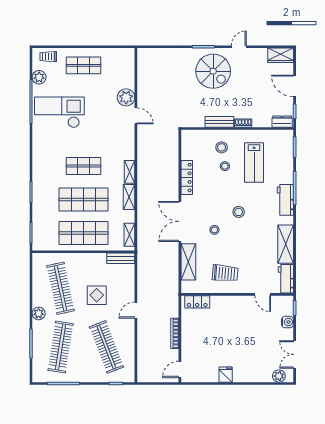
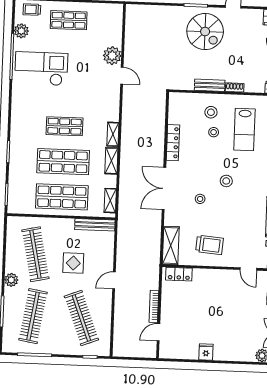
bench: (121, 258) -> (95, 225), width x1.36
shelving: (188, 262) -> (171, 245), moved
door: (180, 369) -> (158, 332), moved

